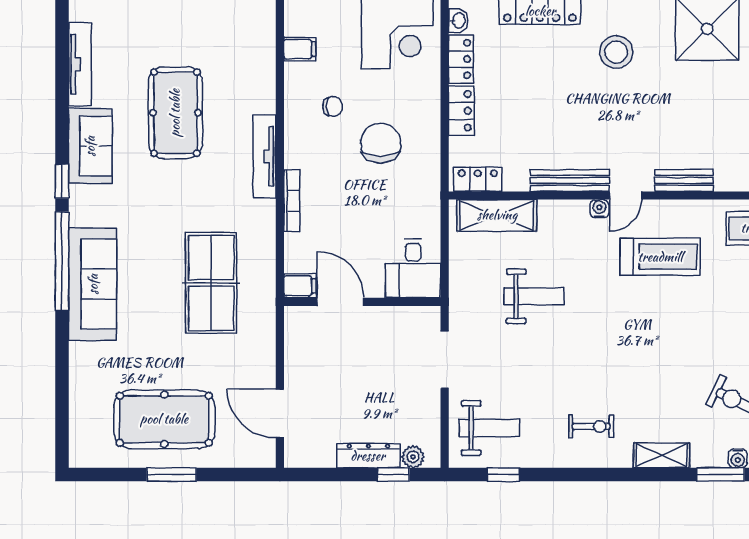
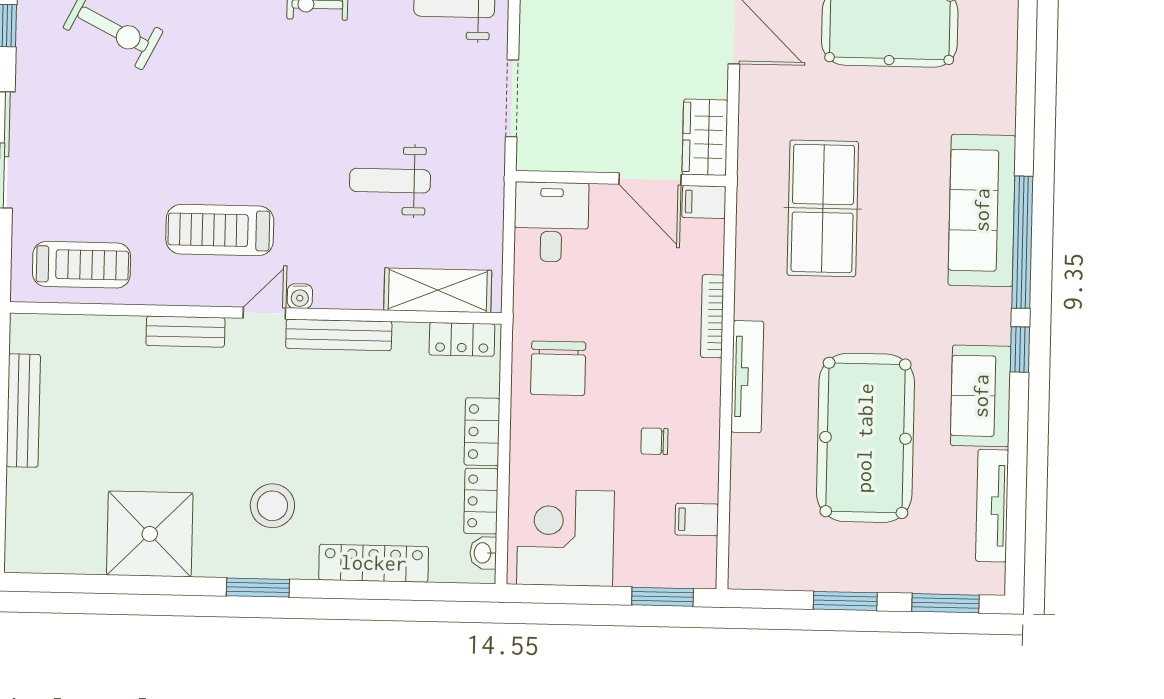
pool table: (175, 113) -> (865, 438), width x1.36, depth x1.32
chair: (381, 143) -> (558, 368), moved
wardrobe: (300, 334) -> (705, 137), added

